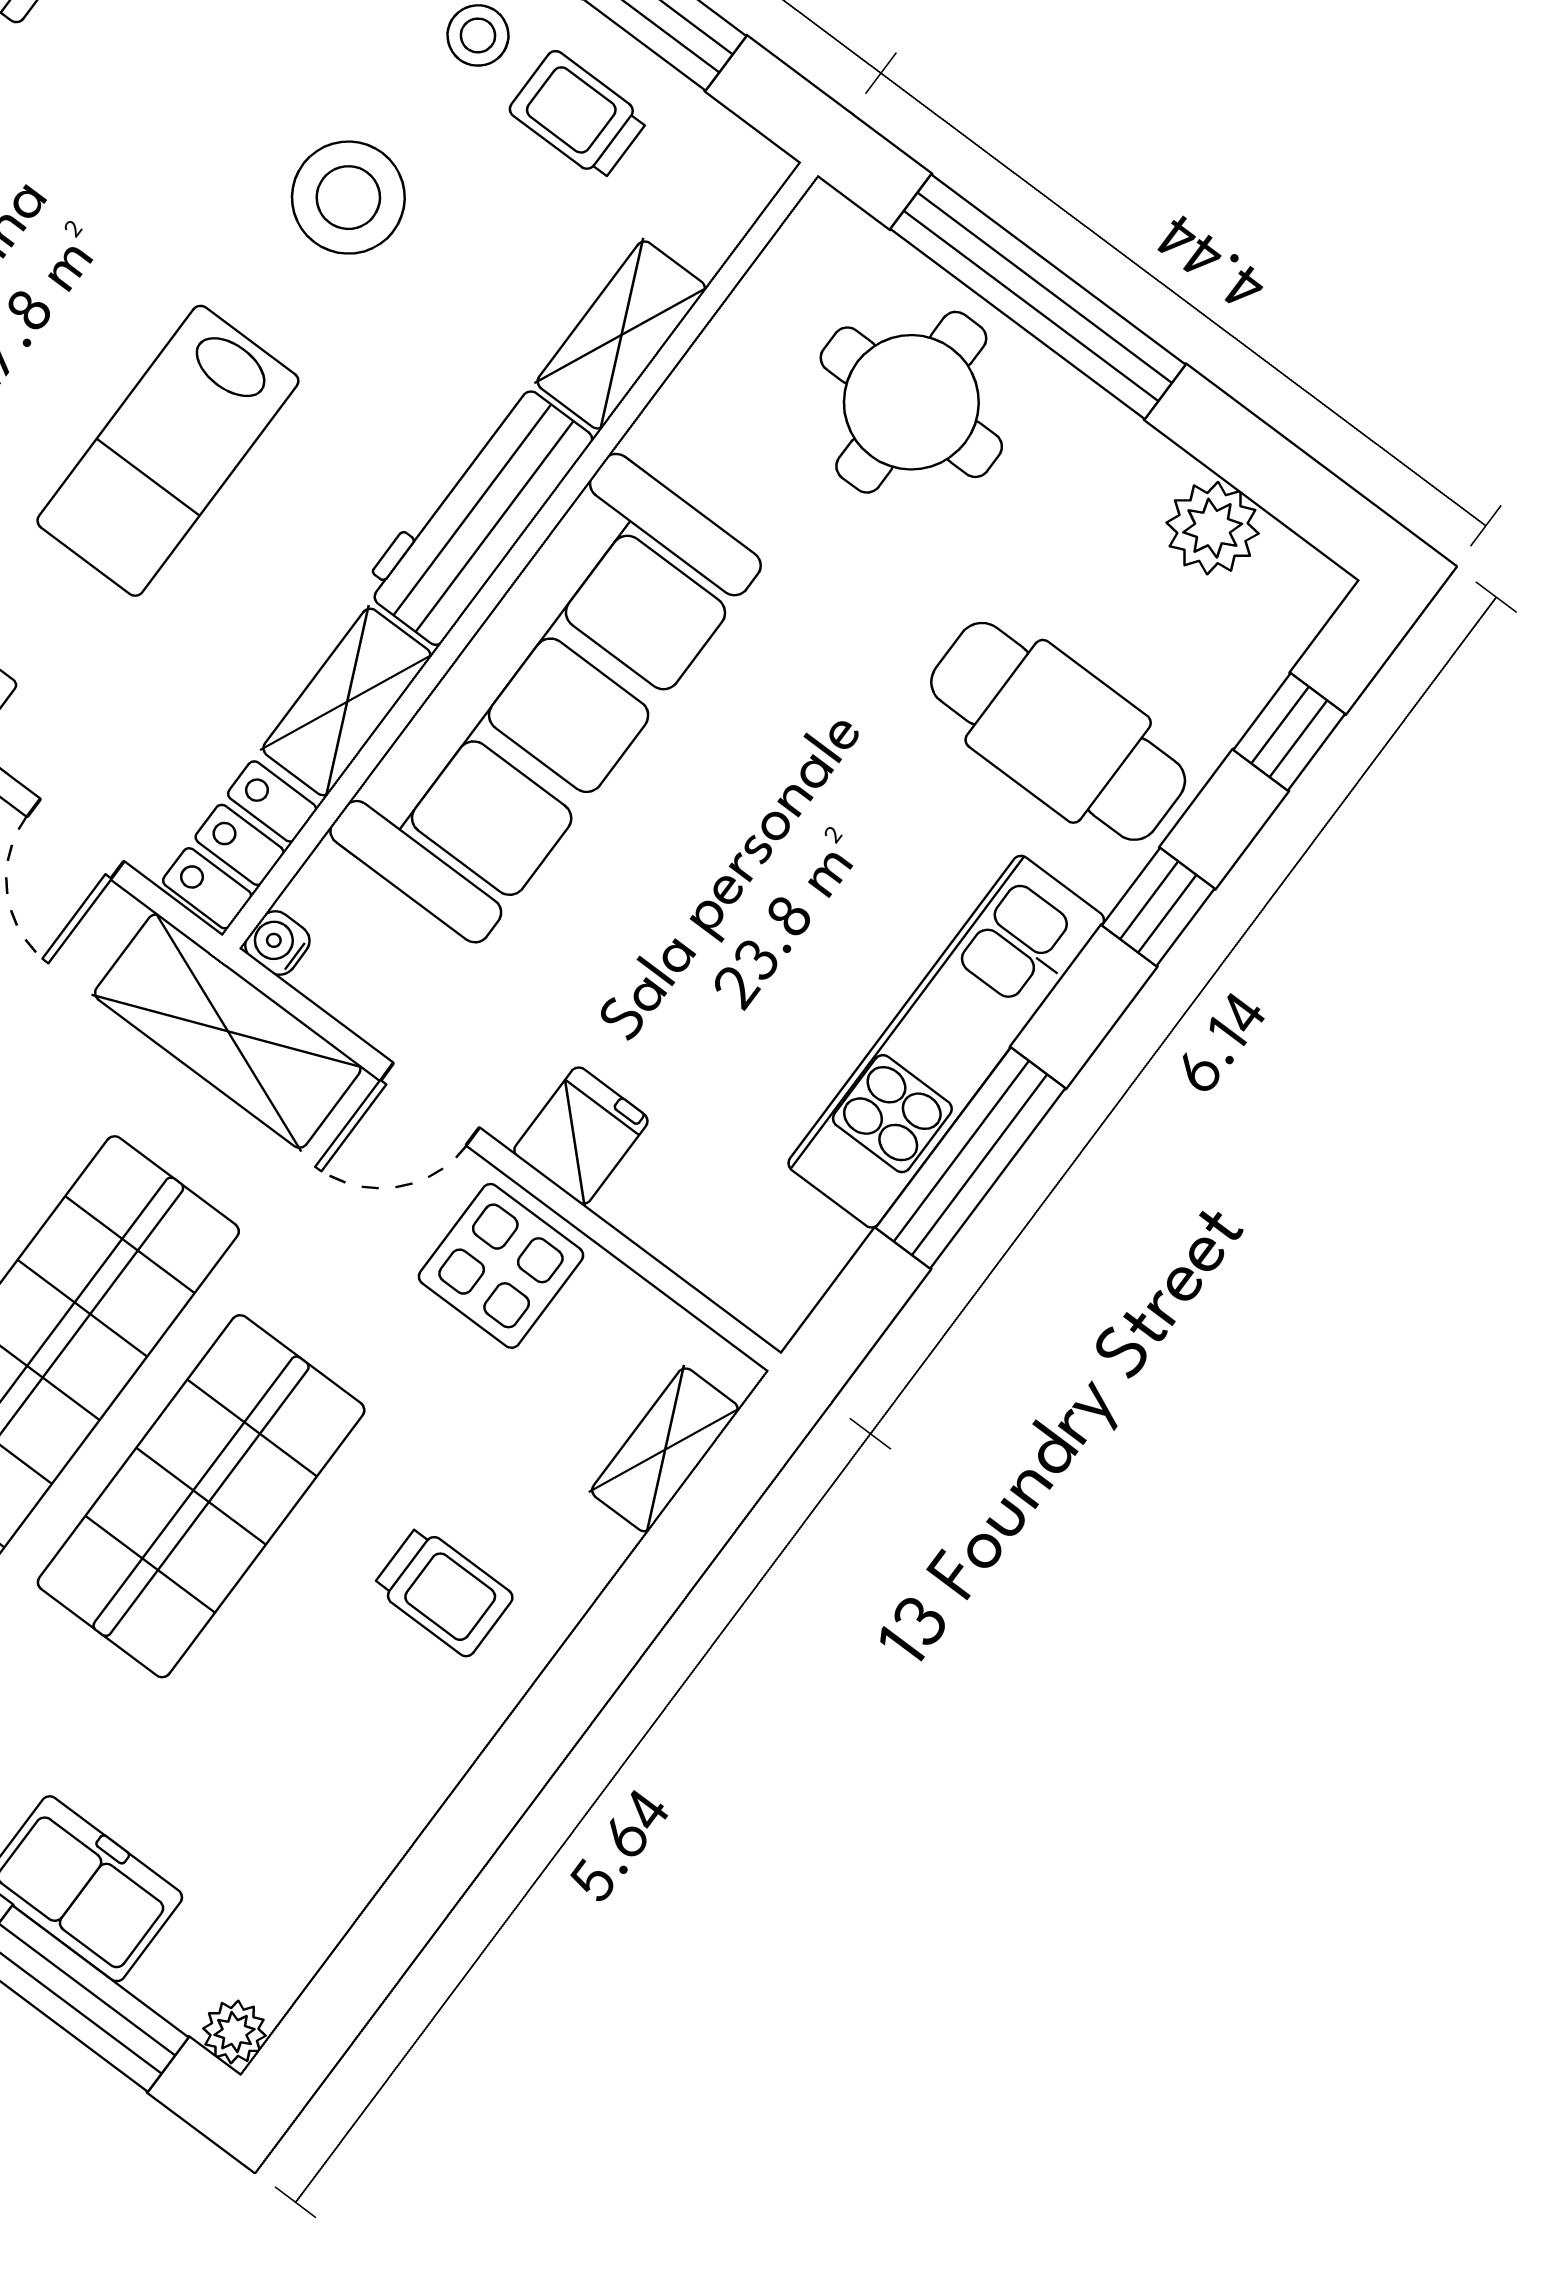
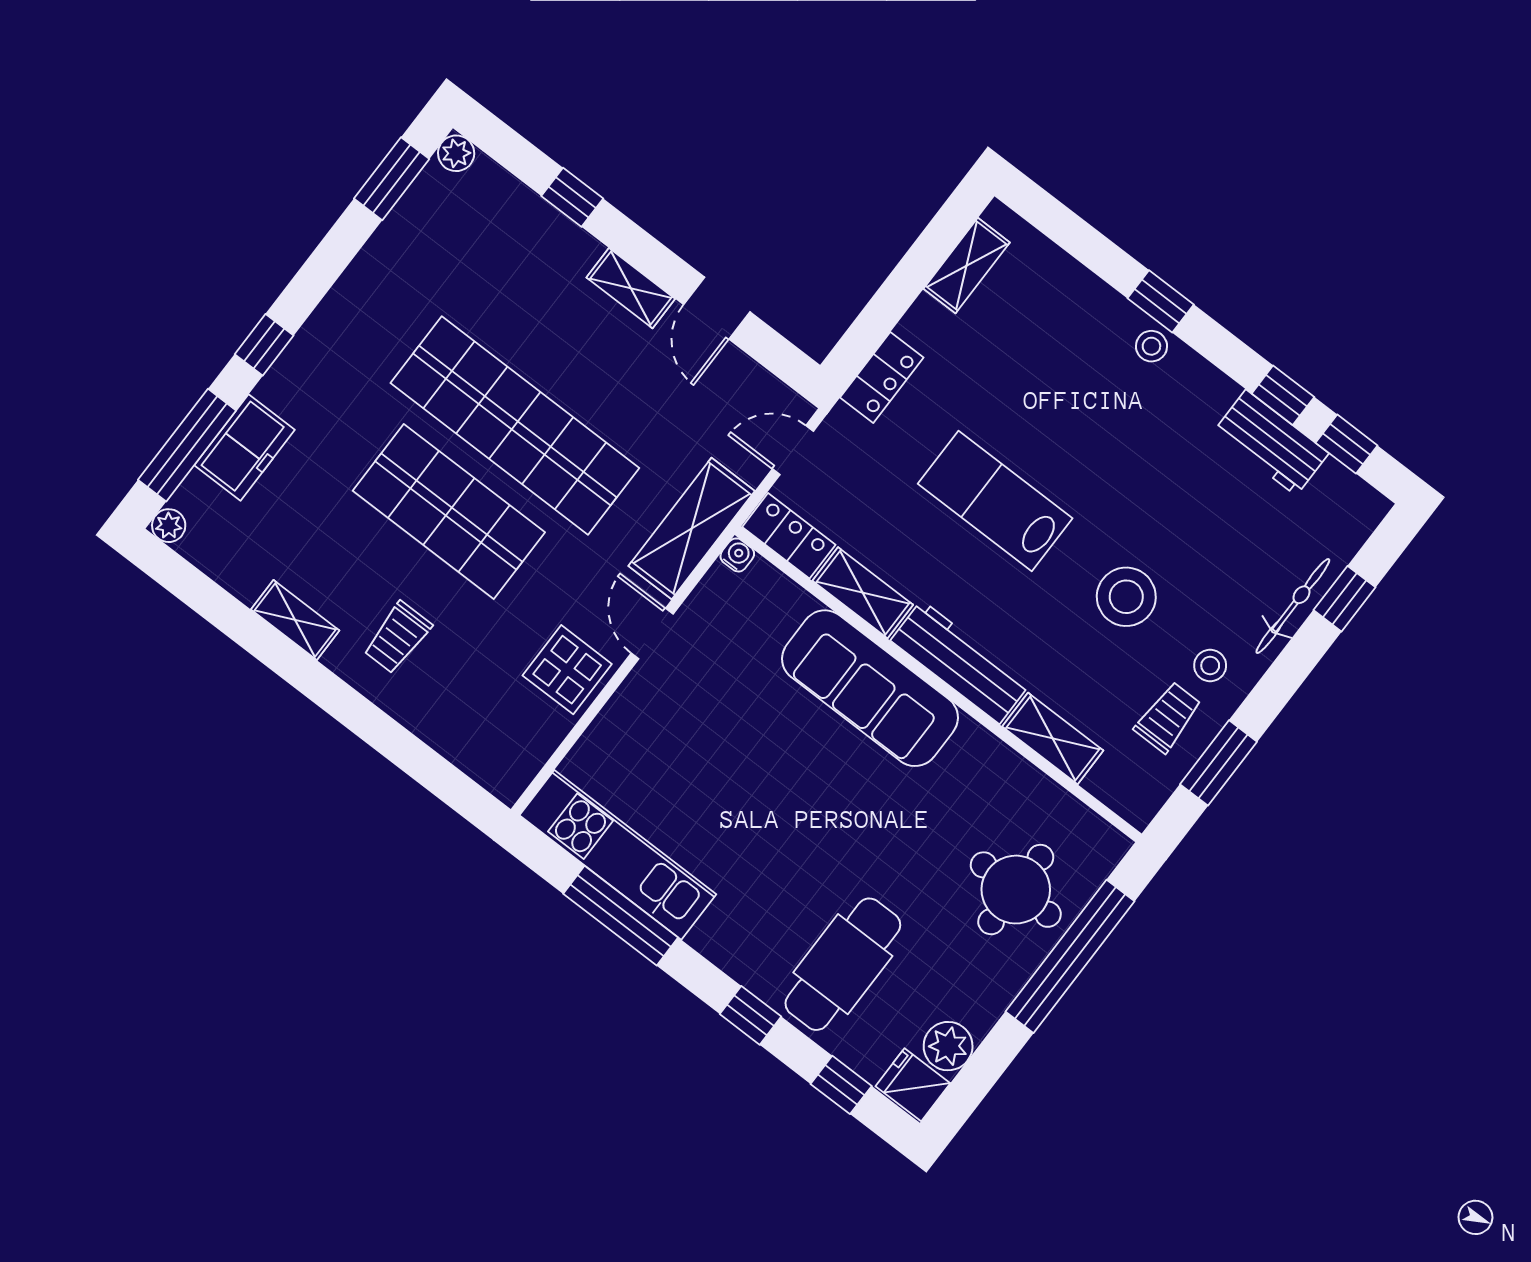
sofa: (546, 698) -> (870, 688), width x0.74, depth x0.79
kitchen unit: (946, 1042) -> (618, 855), moved
fridge: (581, 1136) -> (913, 1085), moved, turned 180
shelving: (665, 1450) -> (295, 620), moved

